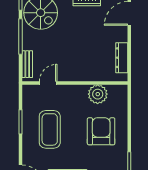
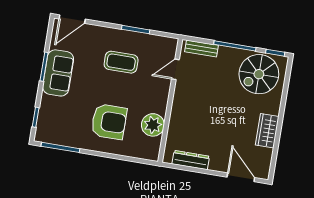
door: (48, 83) -> (175, 69), swing flipped
coffee table: (50, 129) -> (121, 62), width x0.73, depth x0.76

